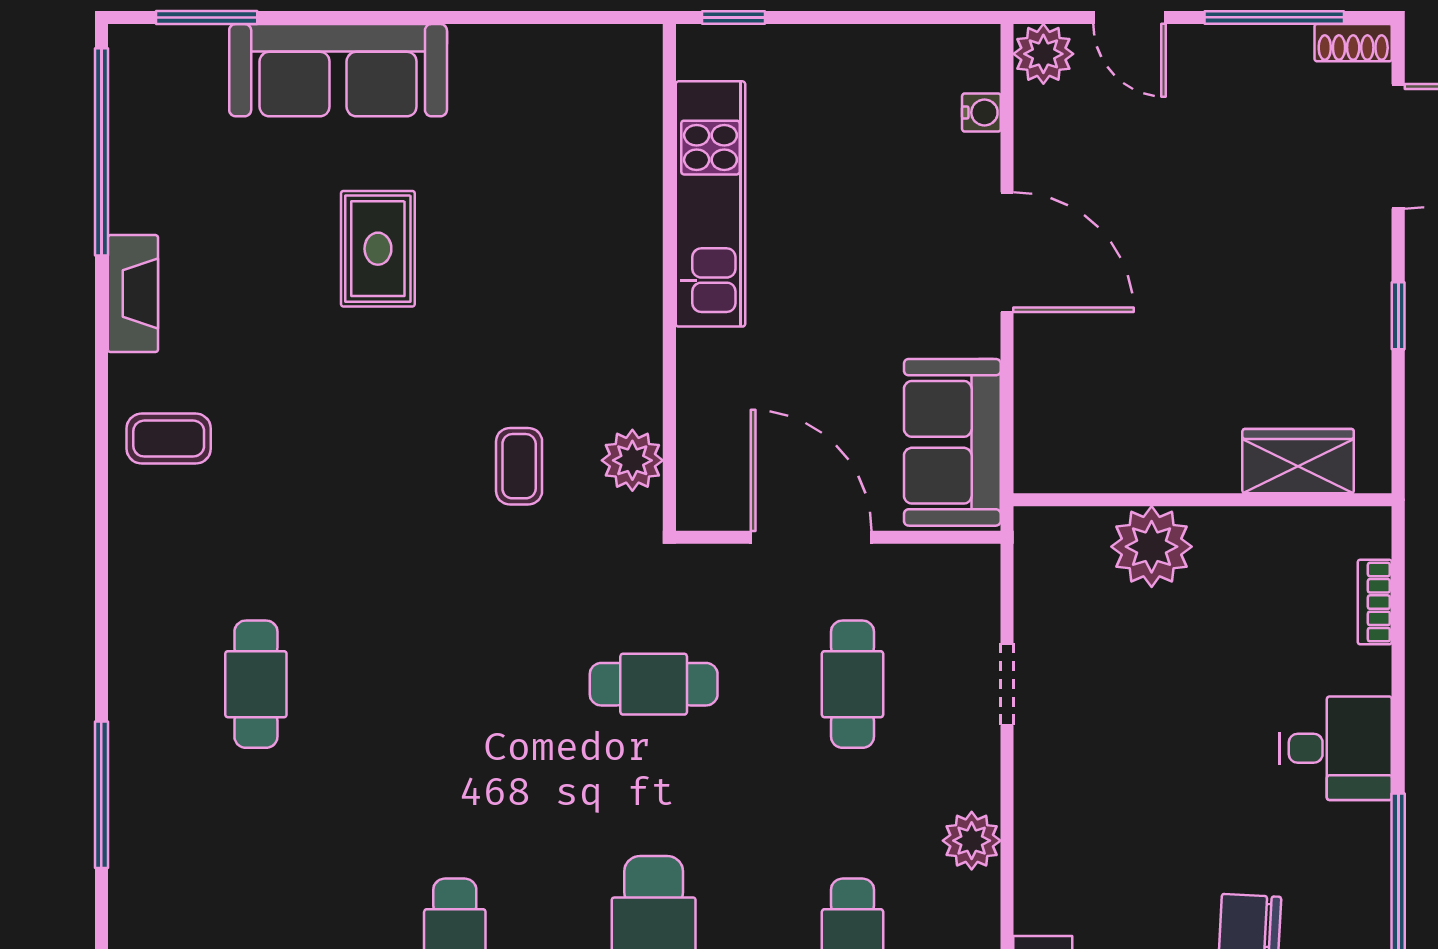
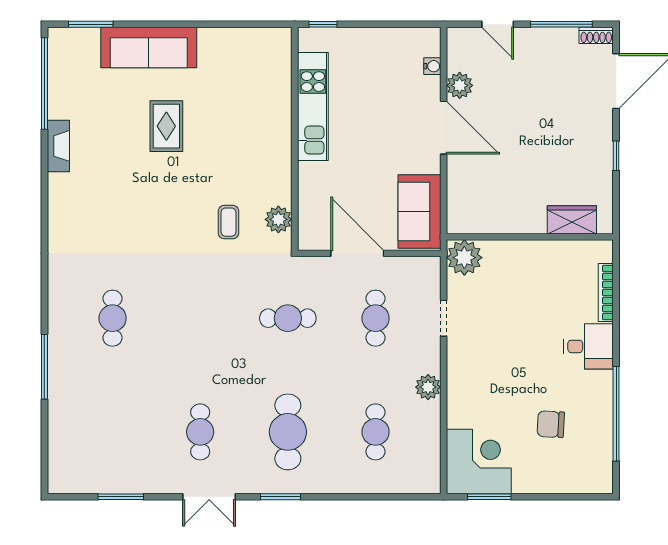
plant: (1043, 54) -> (460, 85), moved
coffee table: (169, 439) -> (74, 210), removed
plant: (1152, 547) -> (464, 258), moved
bookcase: (1375, 602) -> (606, 292), width x1.56

